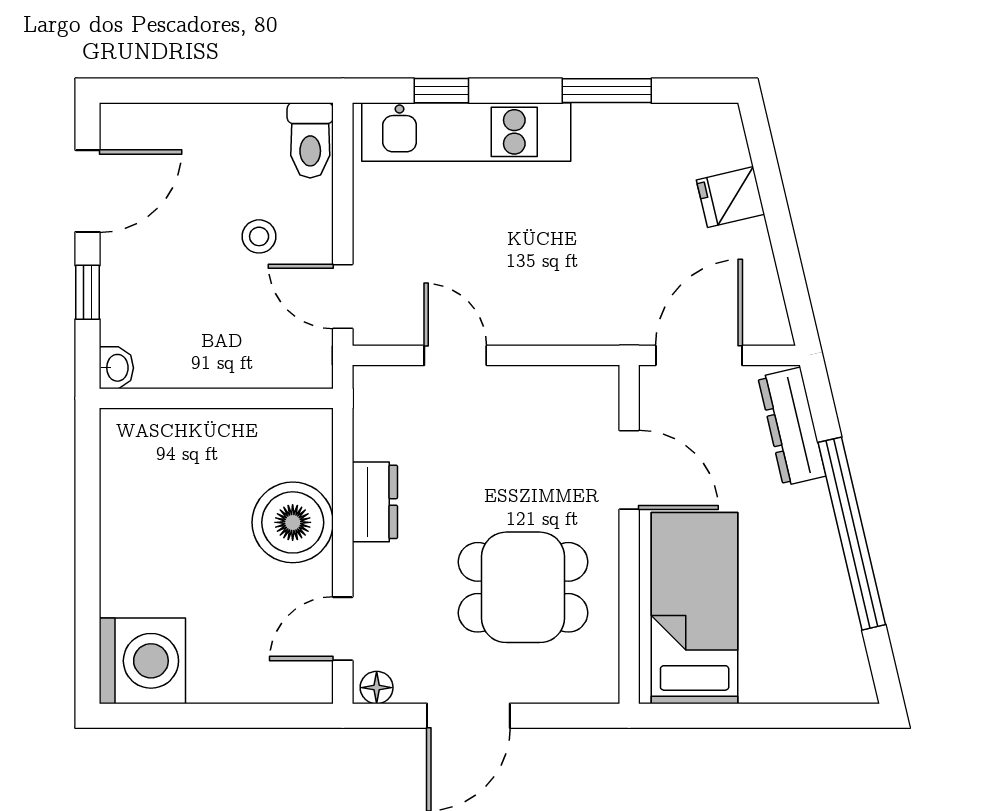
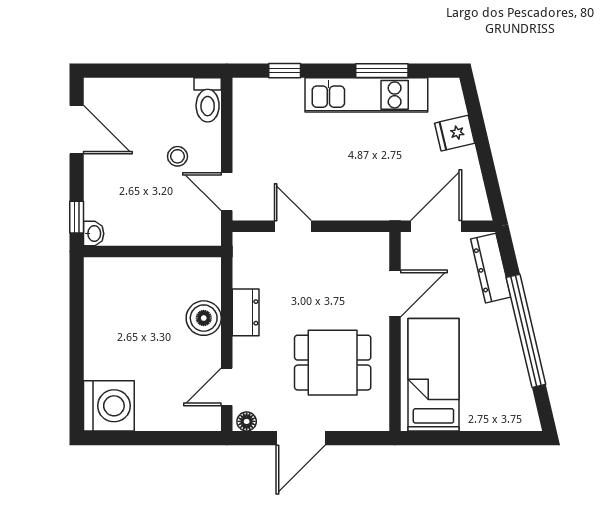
kitchen unit: (466, 132) -> (366, 95), moved
door: (87, 191) -> (77, 130), hinge flipped
window: (87, 292) -> (77, 217), moved
door: (629, 470) -> (395, 294), hinge flipped
boiler: (293, 522) -> (204, 318), width x0.73, depth x0.73

